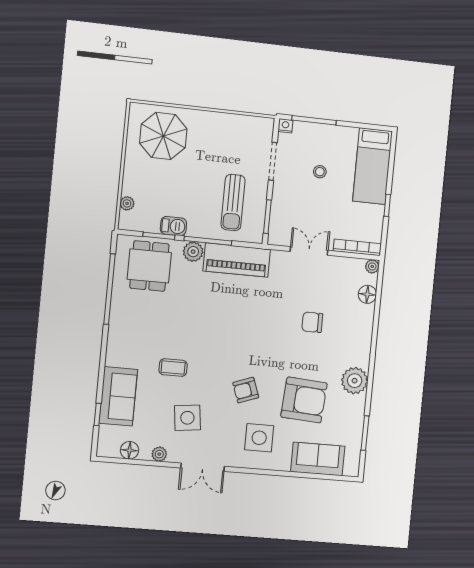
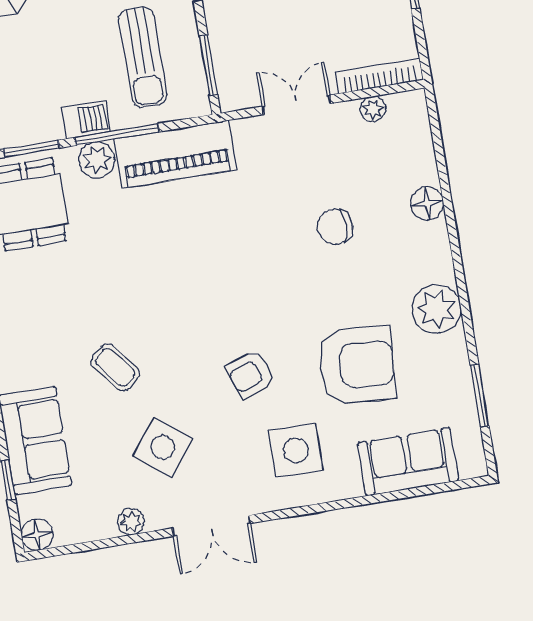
barbecue: (173, 226) -> (86, 120), moved
plant: (372, 266) -> (373, 109), moved
floor lamp: (367, 294) -> (427, 203), moved
coffee table: (173, 368) -> (115, 367), turned 51
side table: (187, 418) -> (163, 447), turned 45
floor lamp: (130, 450) -> (37, 535), moved

